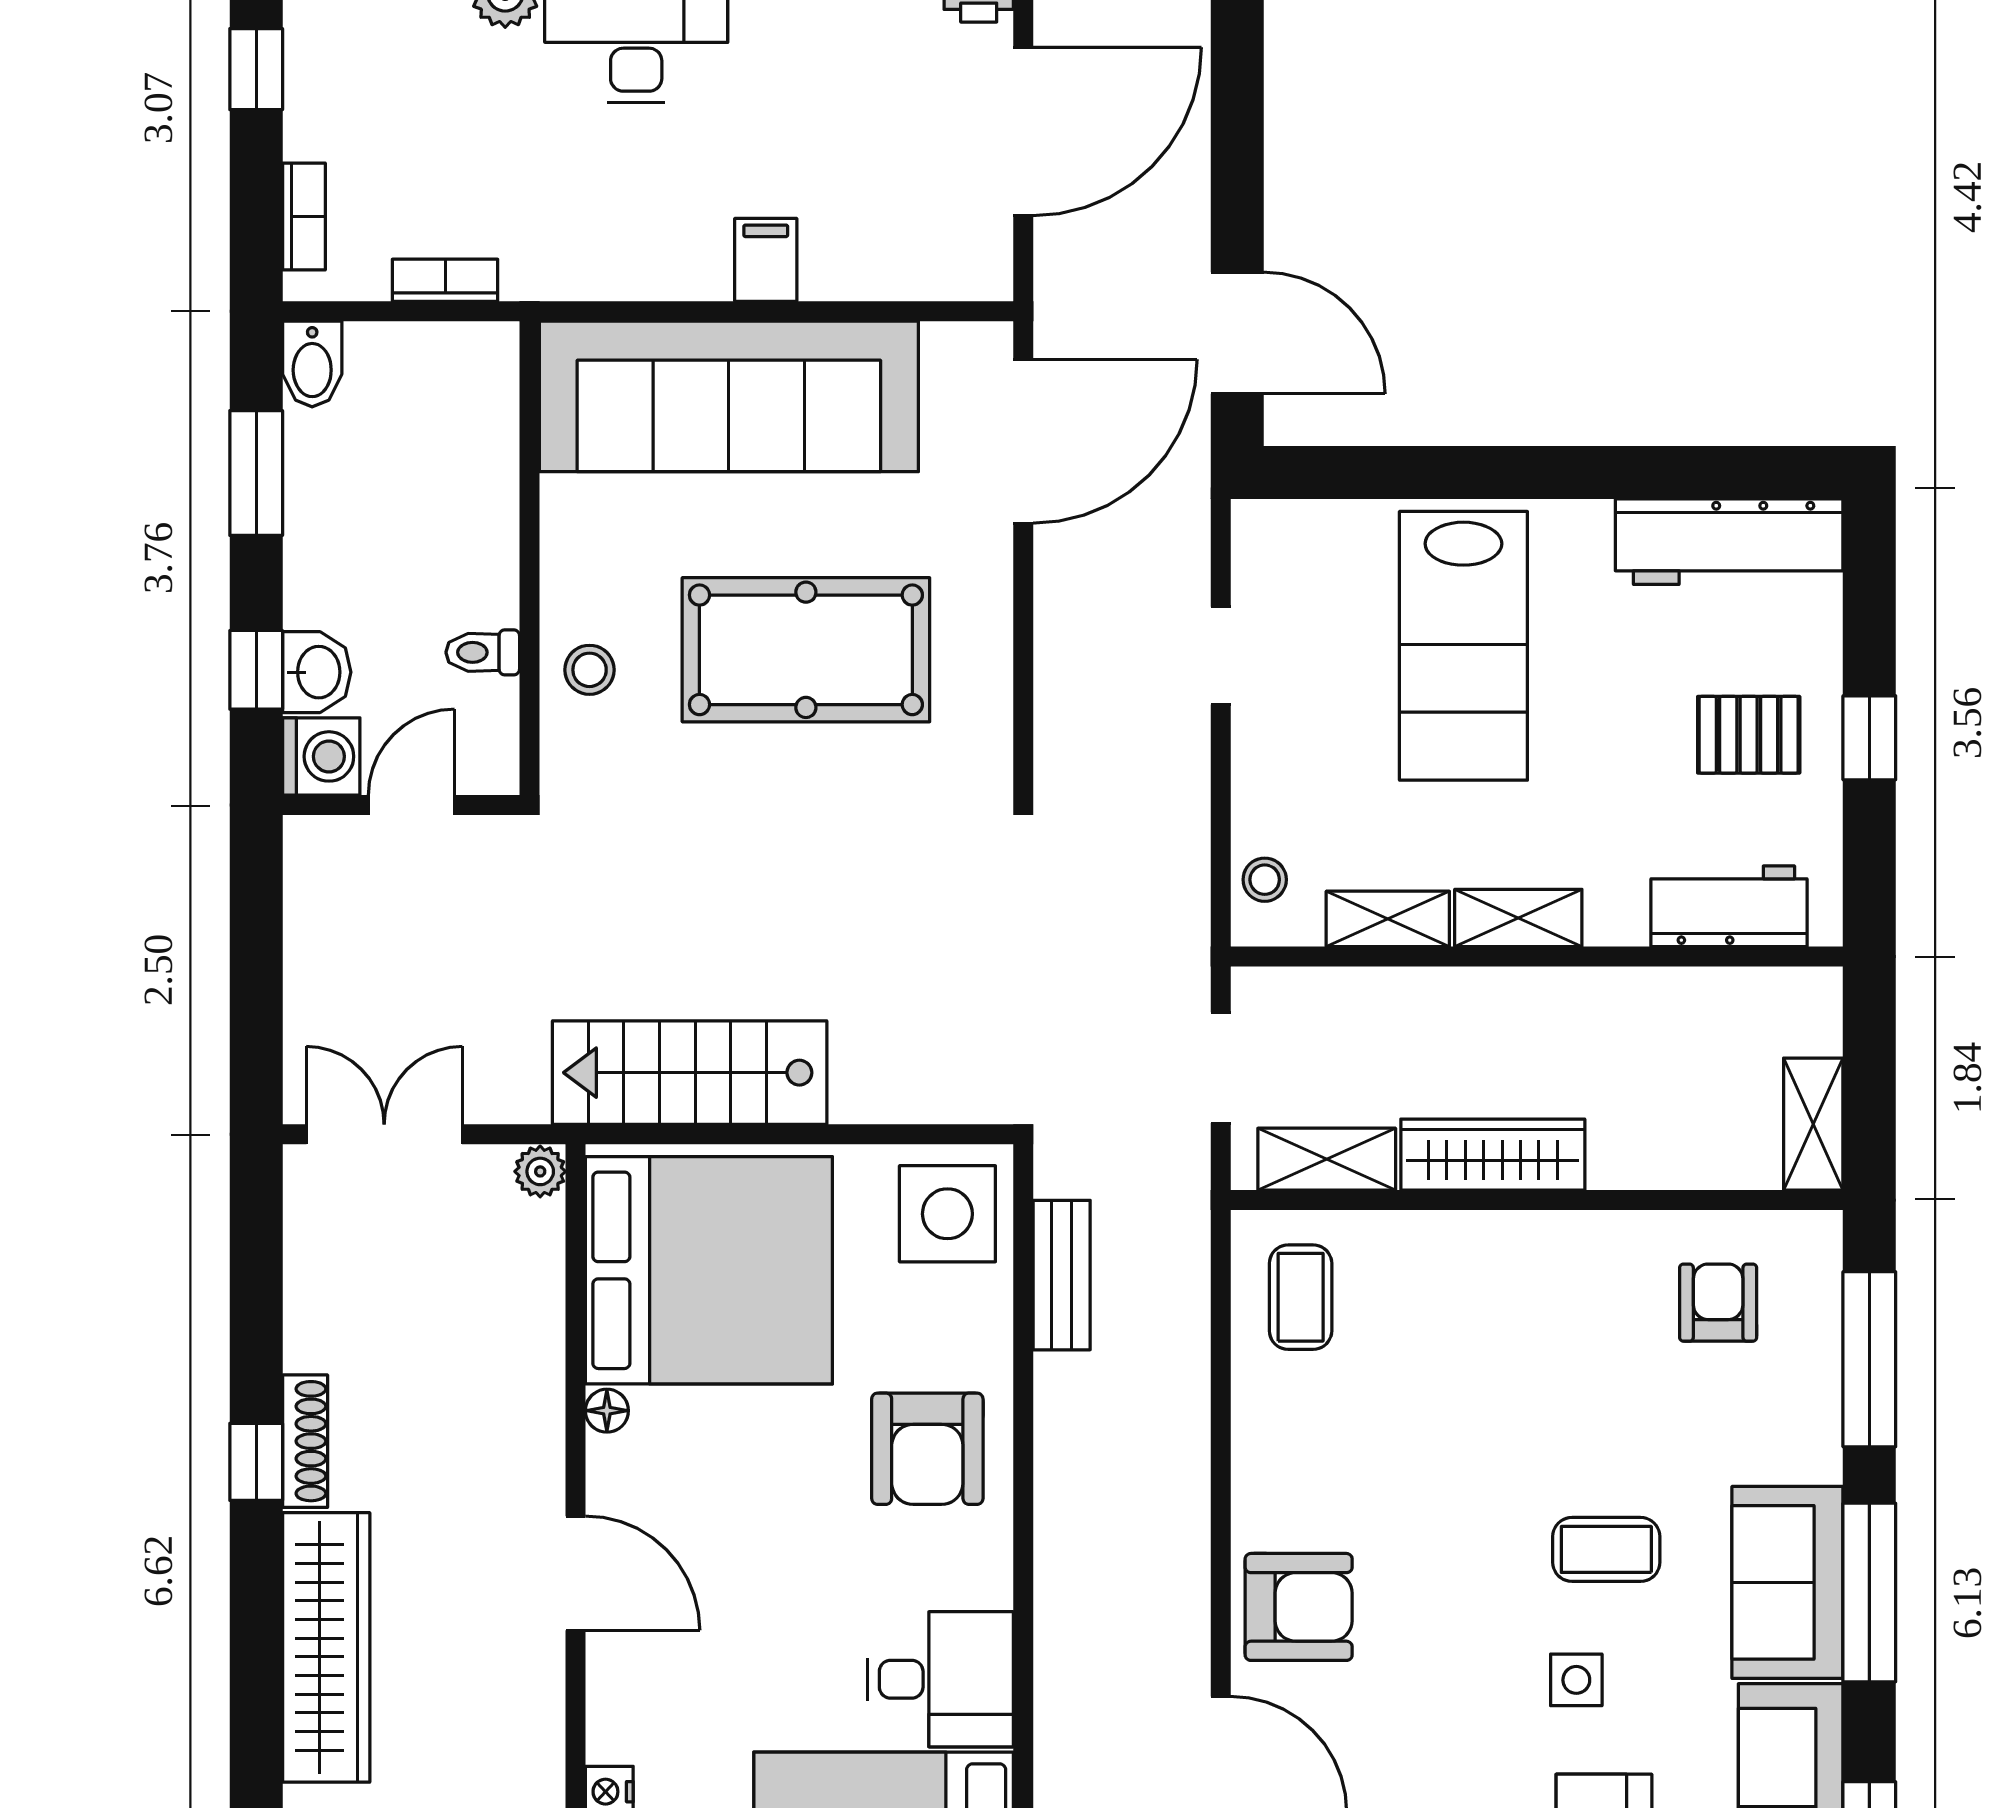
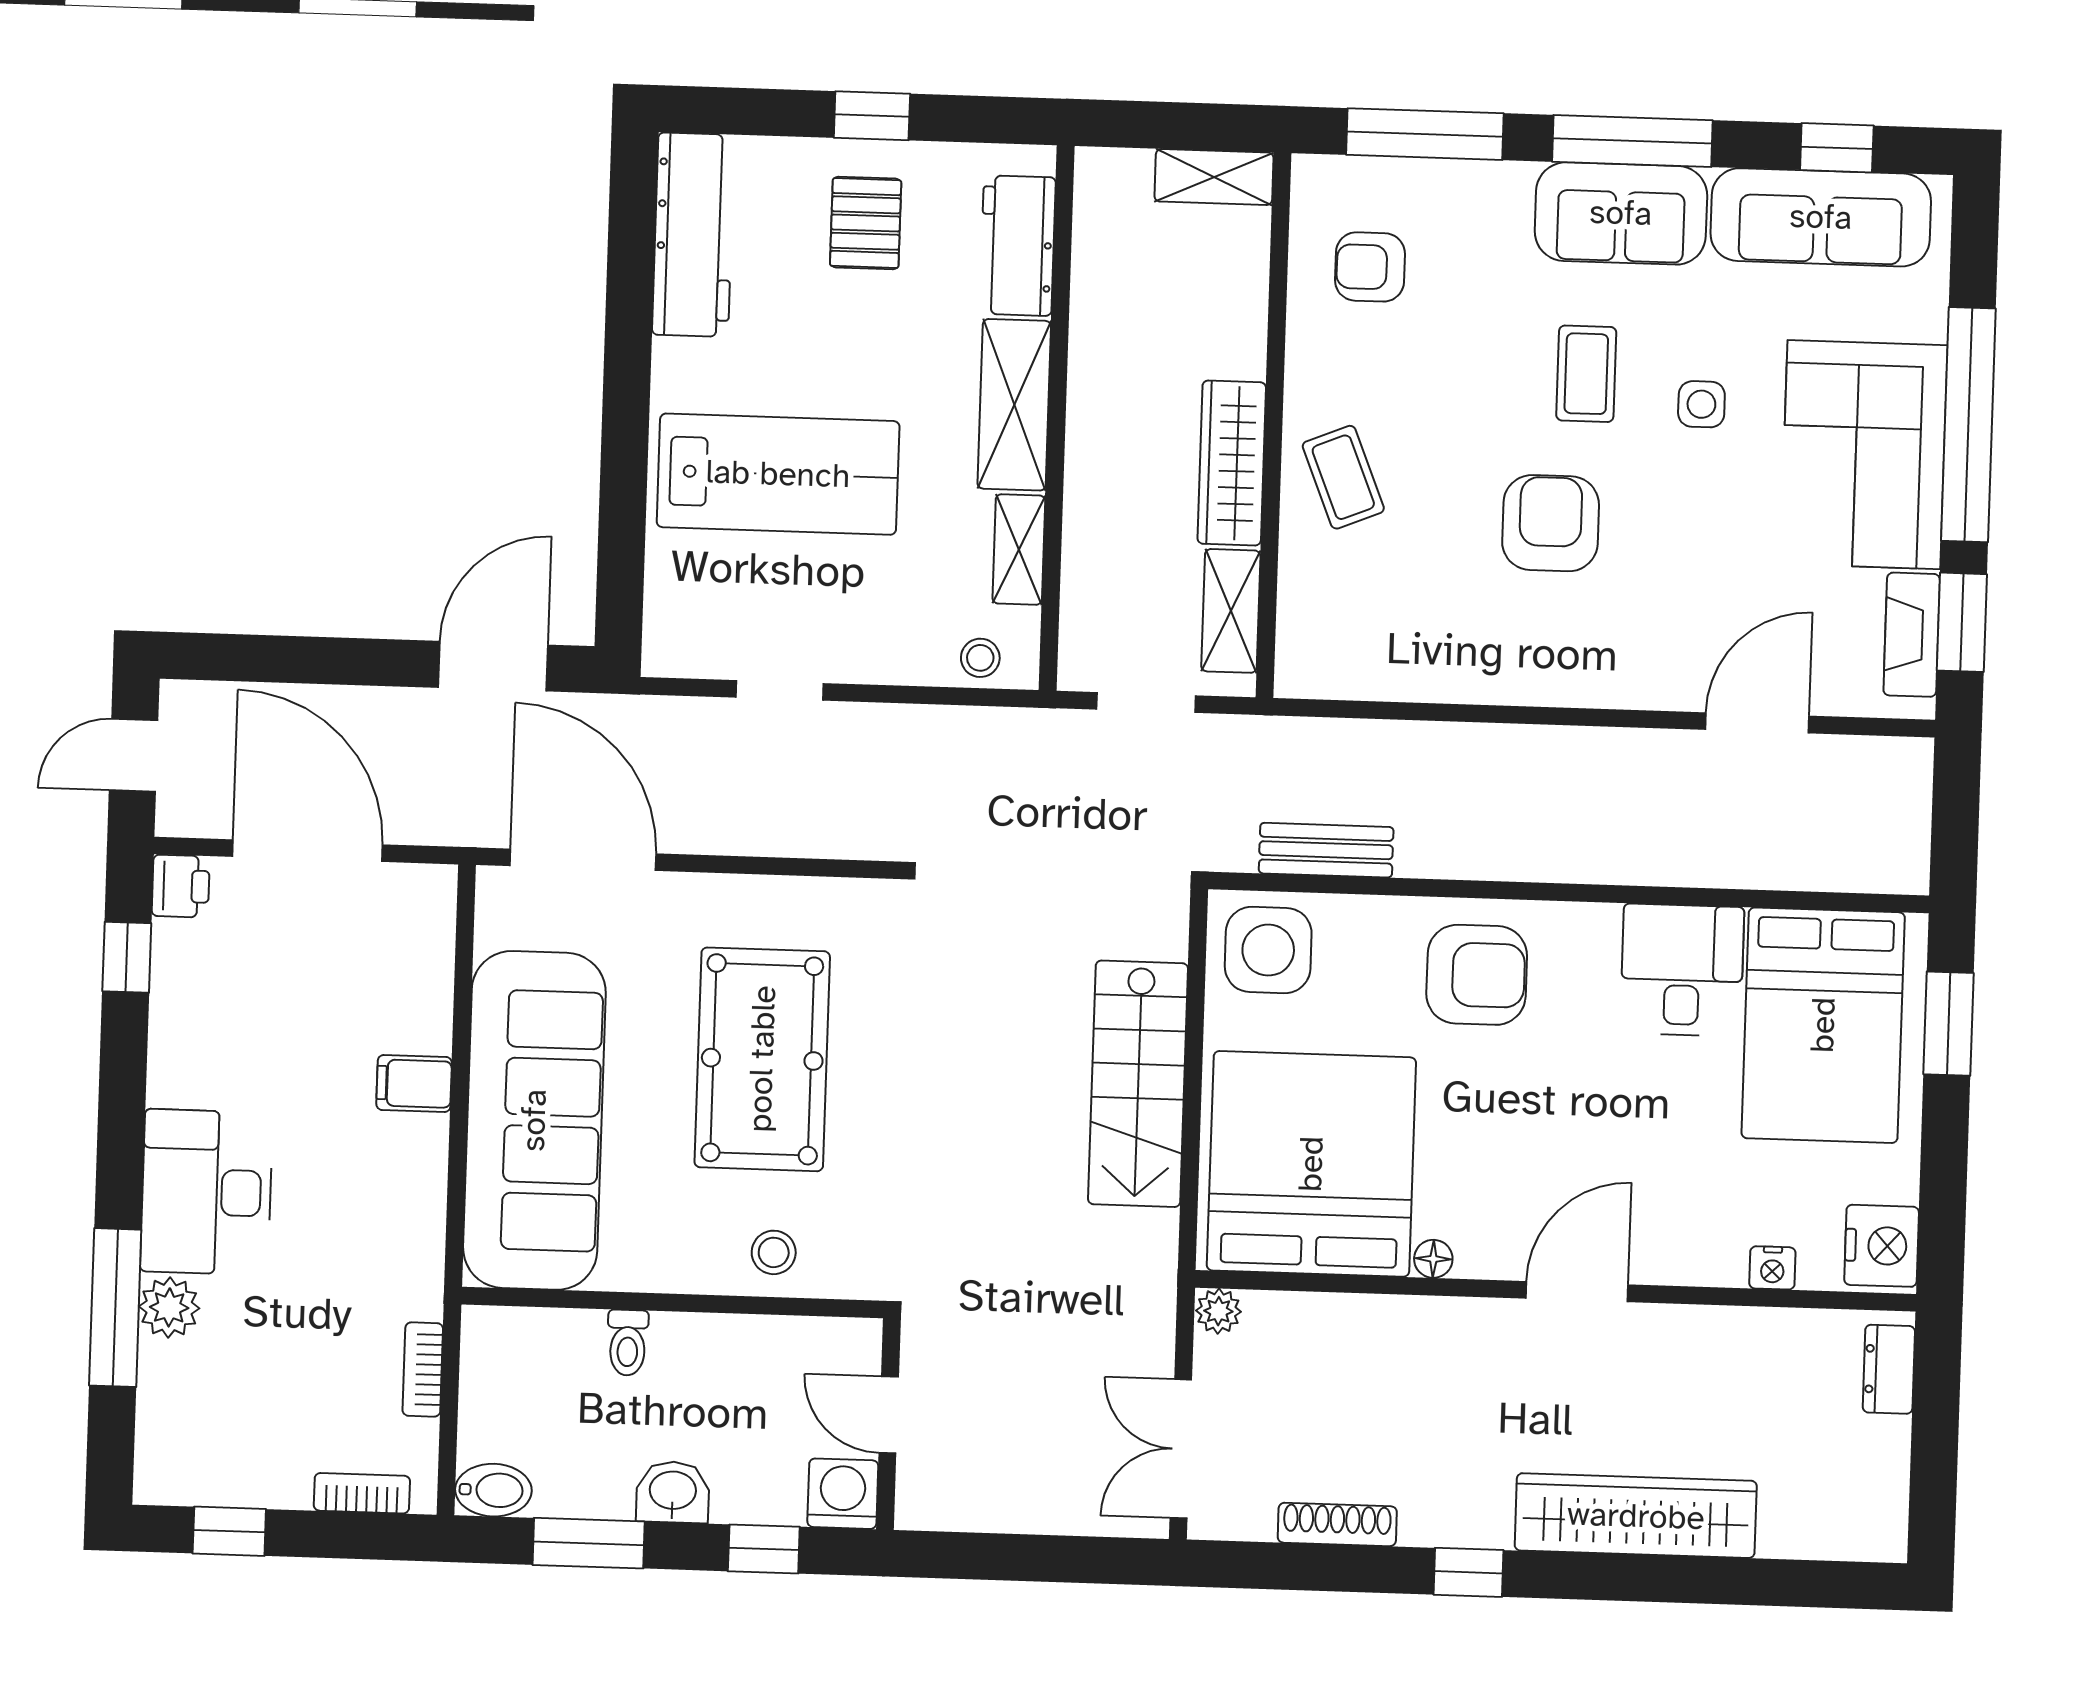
toilet: (483, 652) -> (628, 1343), moved
washbasin: (317, 672) -> (673, 1492), moved
shelving: (1518, 918) -> (1014, 405), width x1.50, depth x1.33
stairs: (690, 1073) -> (1138, 1084), moved
coffee table: (1301, 1297) -> (1343, 477), moved, turned 68
shoe rack: (305, 1441) -> (1337, 1524), moved
armchair: (1299, 1607) -> (1551, 523), moved

